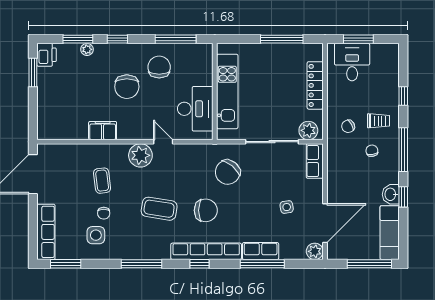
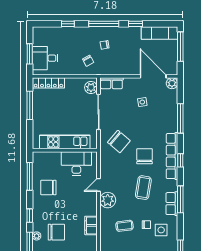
locker: (315, 85) -> (48, 83), moved
chair: (127, 87) -> (56, 232), moved
trolley: (378, 121) -> (84, 41), removed
washbasin: (391, 194) -> (134, 32), removed
row of seats: (261, 251) -> (172, 204), moved

